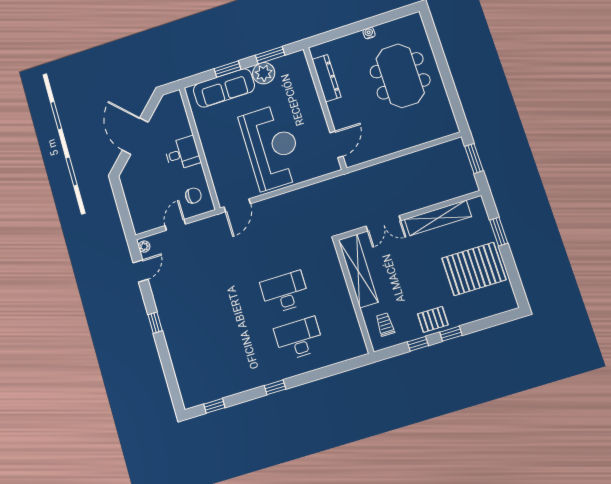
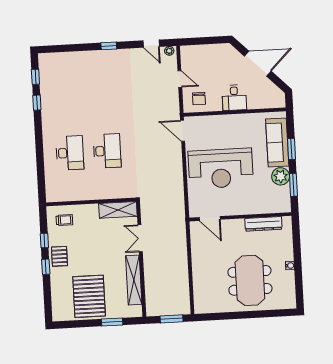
meeting table: (400, 76) -> (250, 280), turned 90
shelving: (358, 271) -> (118, 210), width x0.68
window: (275, 387) -> (37, 103), moved

